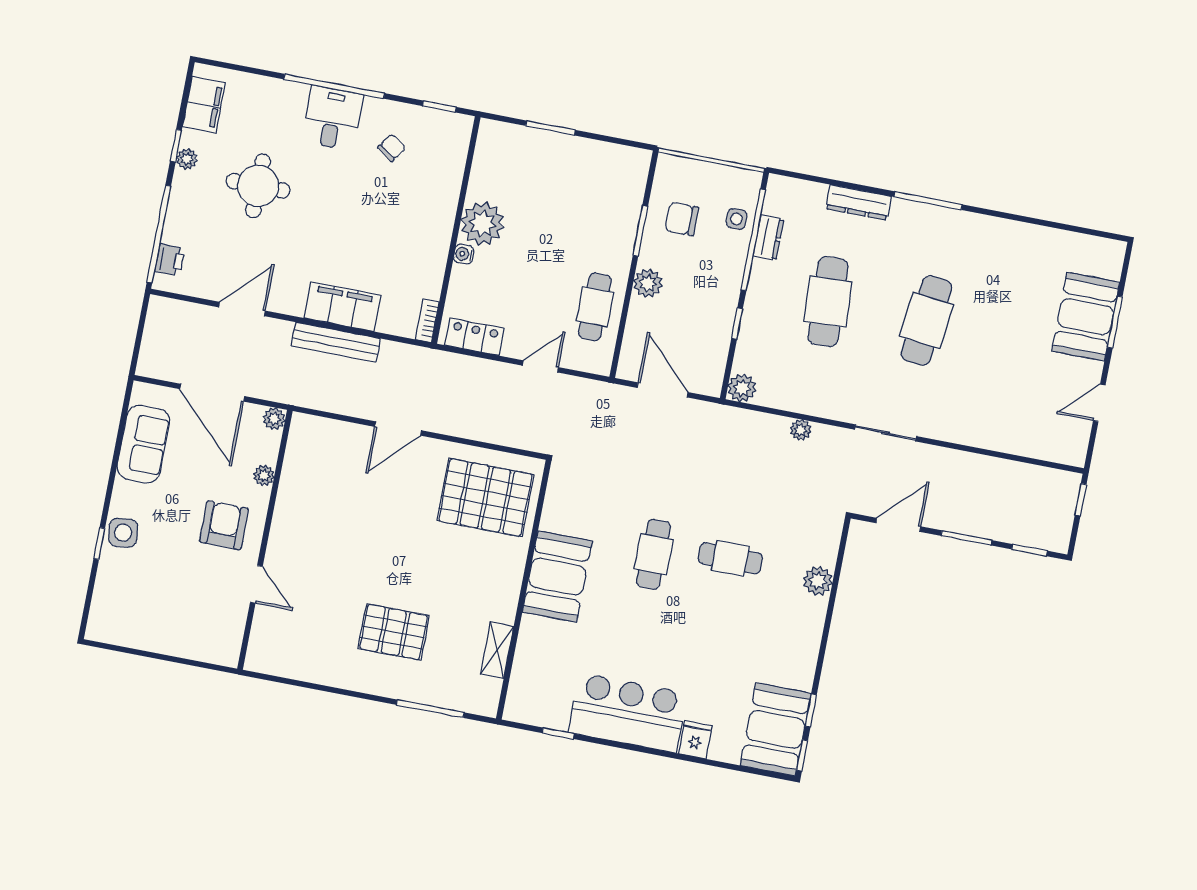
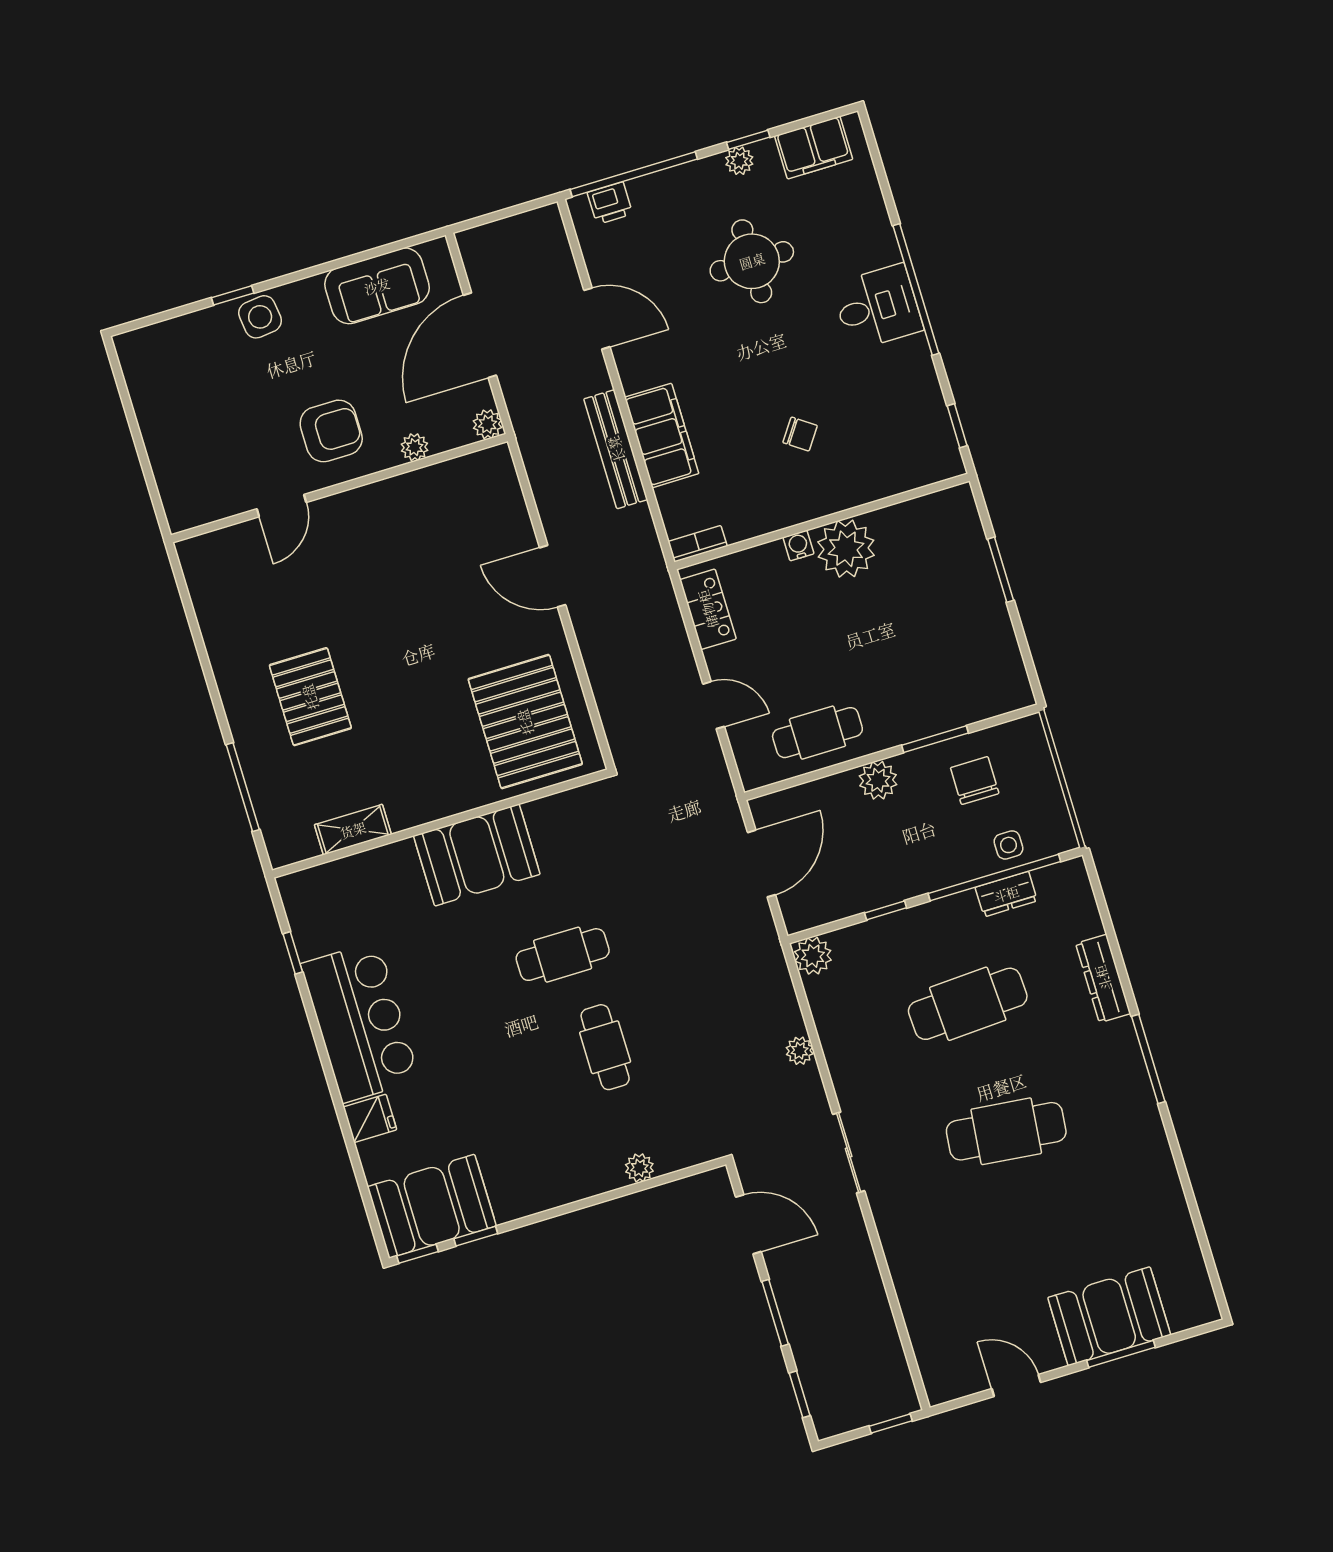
chair: (392, 148) -> (800, 434), moved
plant: (818, 581) -> (639, 1168), width x0.73, depth x0.73

